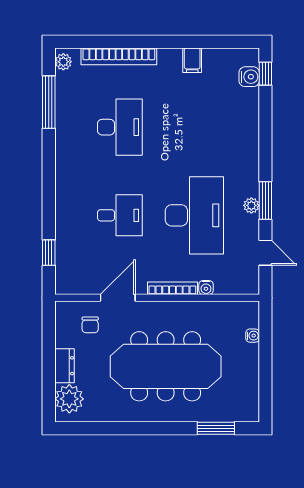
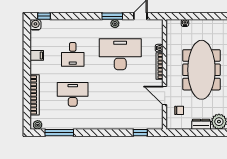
water cooler: (249, 77) -> (35, 25), moved
desk: (120, 215) -> (73, 54), moved, turned 180

